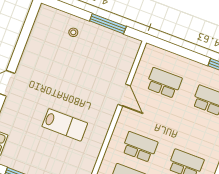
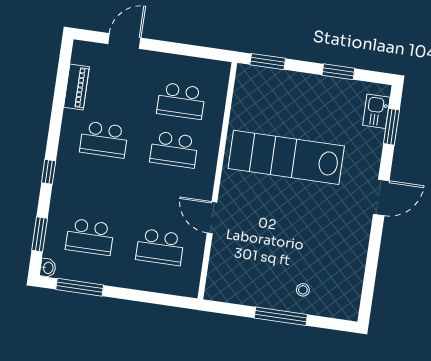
window: (108, 24) -> (281, 316), moved
lab bench: (65, 125) -> (286, 157), width x1.86, depth x1.39

